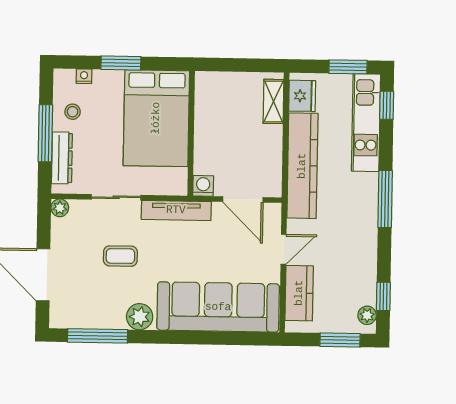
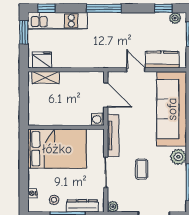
window: (121, 63) -> (24, 171), removed
kitchen counter: (302, 166) -> (85, 59), removed
door: (243, 199) -> (106, 95), hinge flipped

